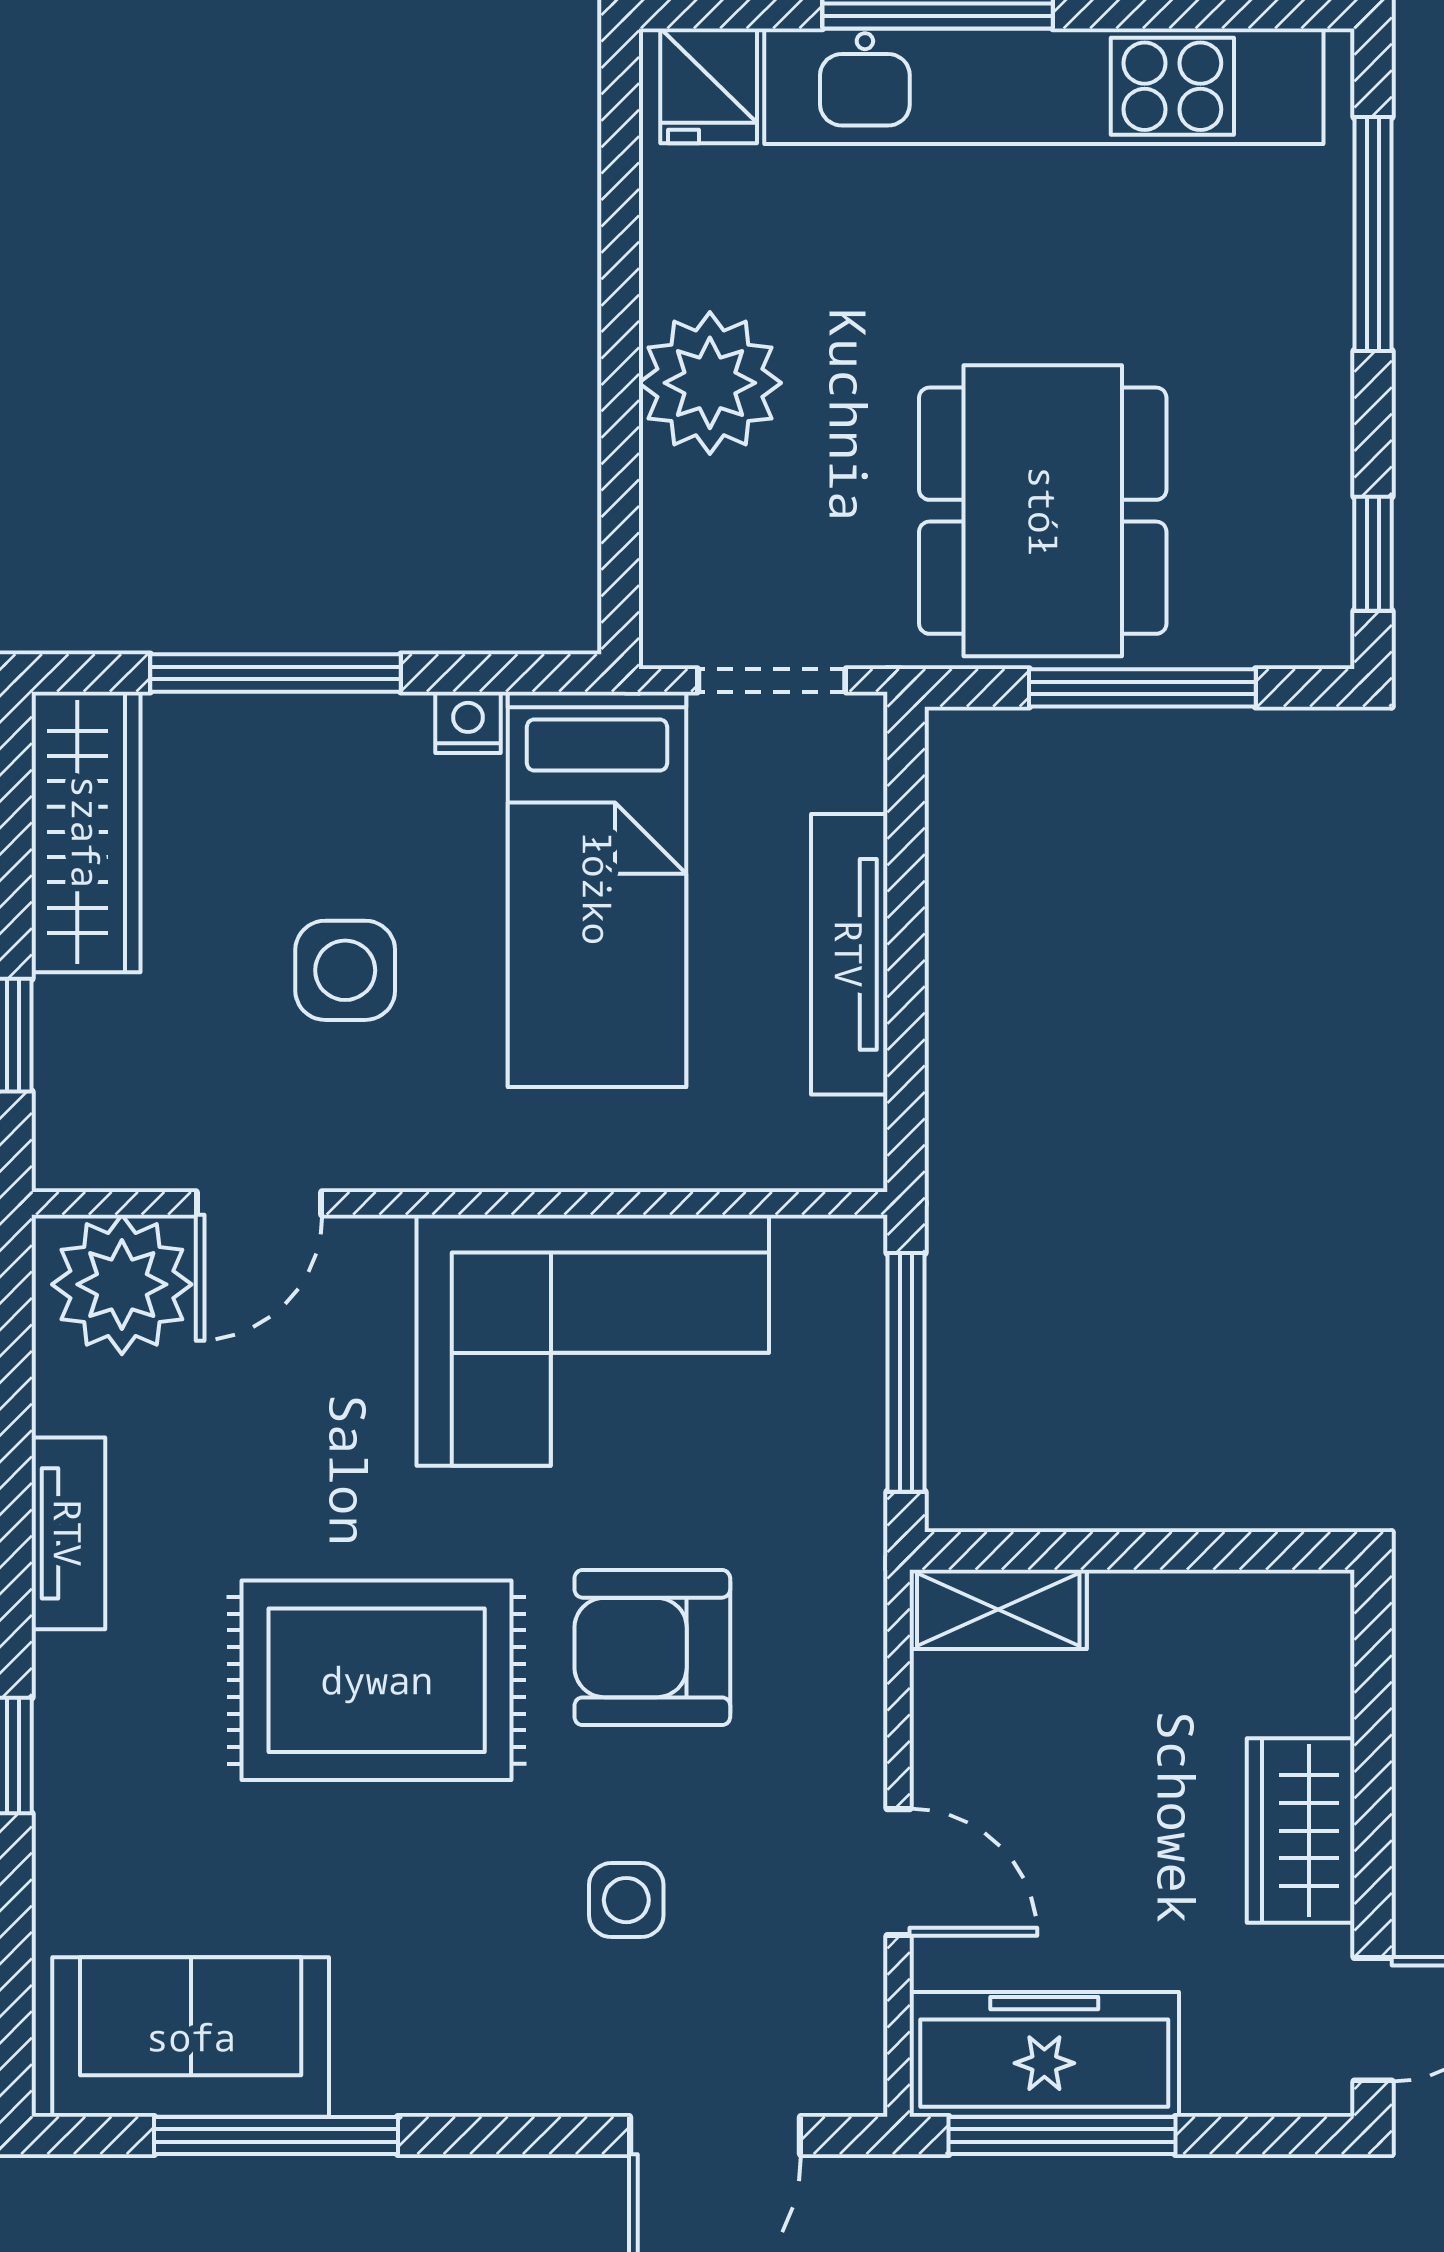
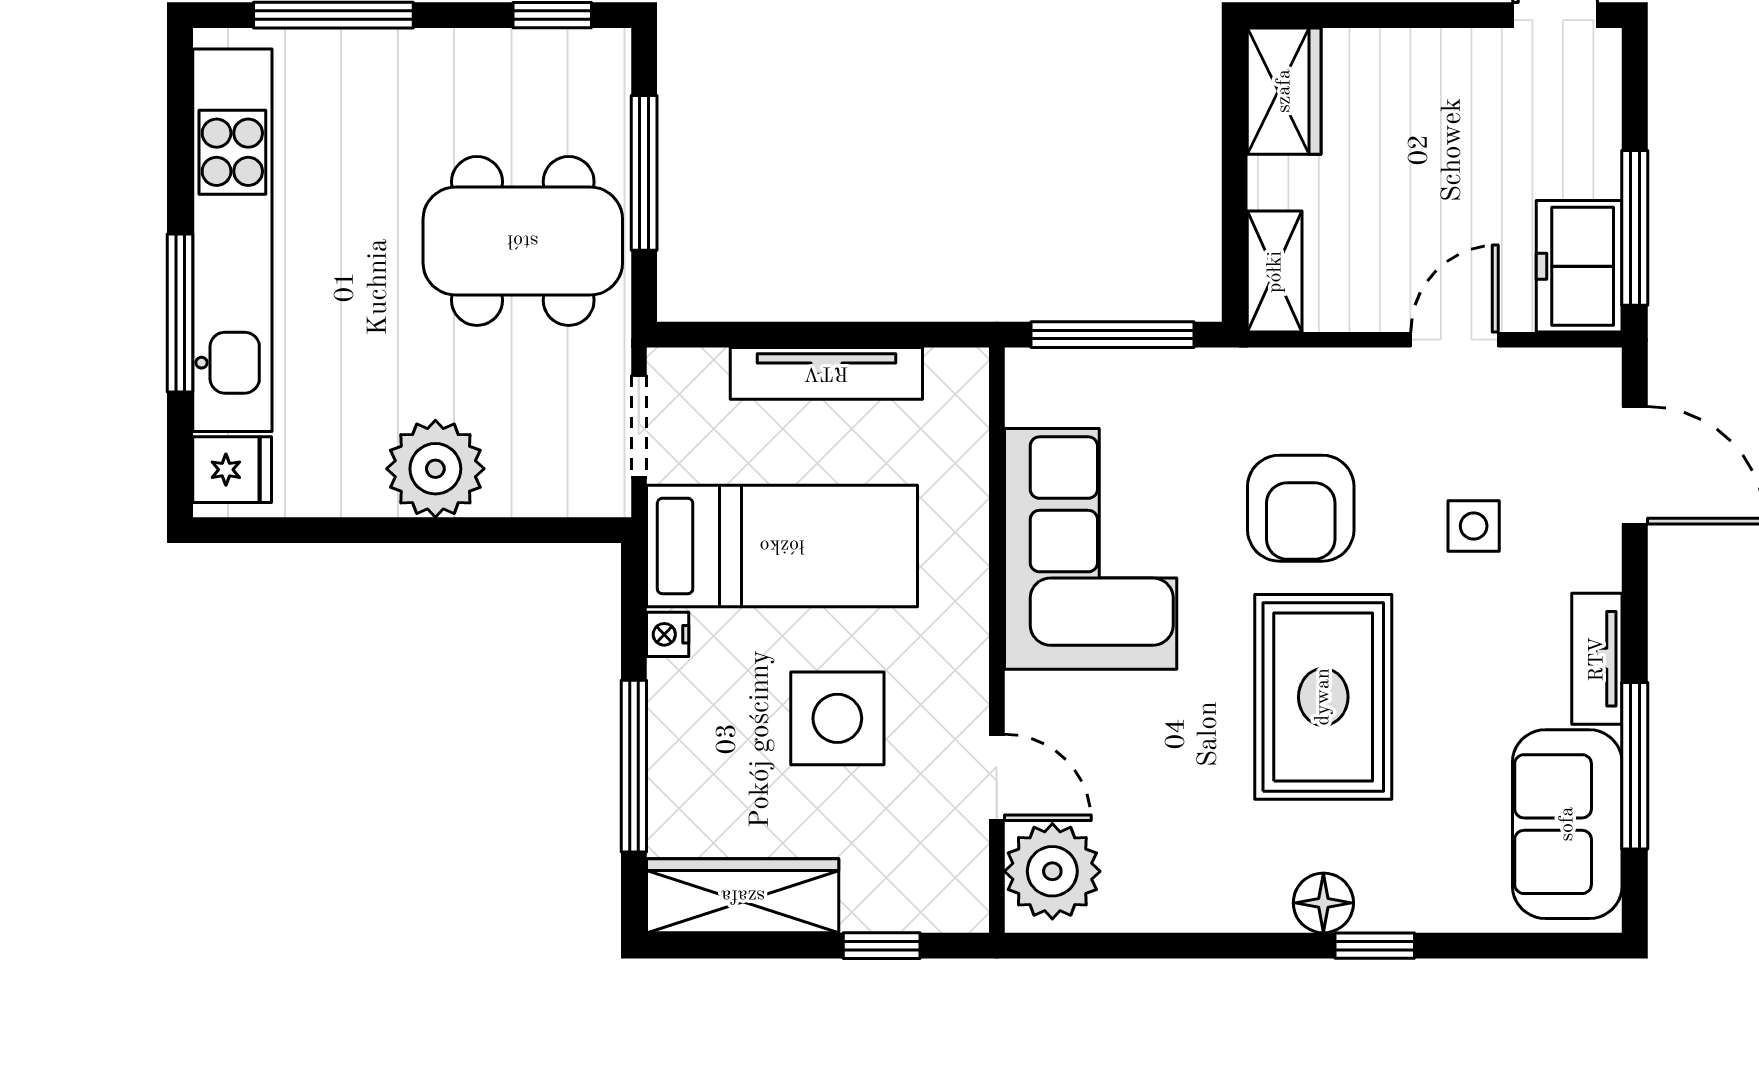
side table: (345, 970) -> (837, 718), width x1.37, depth x1.37
tv unit: (68, 1533) -> (1597, 659), moved, turned -90
floor lamp: (76, 1681) -> (1323, 903), added
wardrobe: (1301, 1831) -> (1284, 91), moved, turned -90
freezer: (1044, 2054) -> (1579, 266), width x0.71

